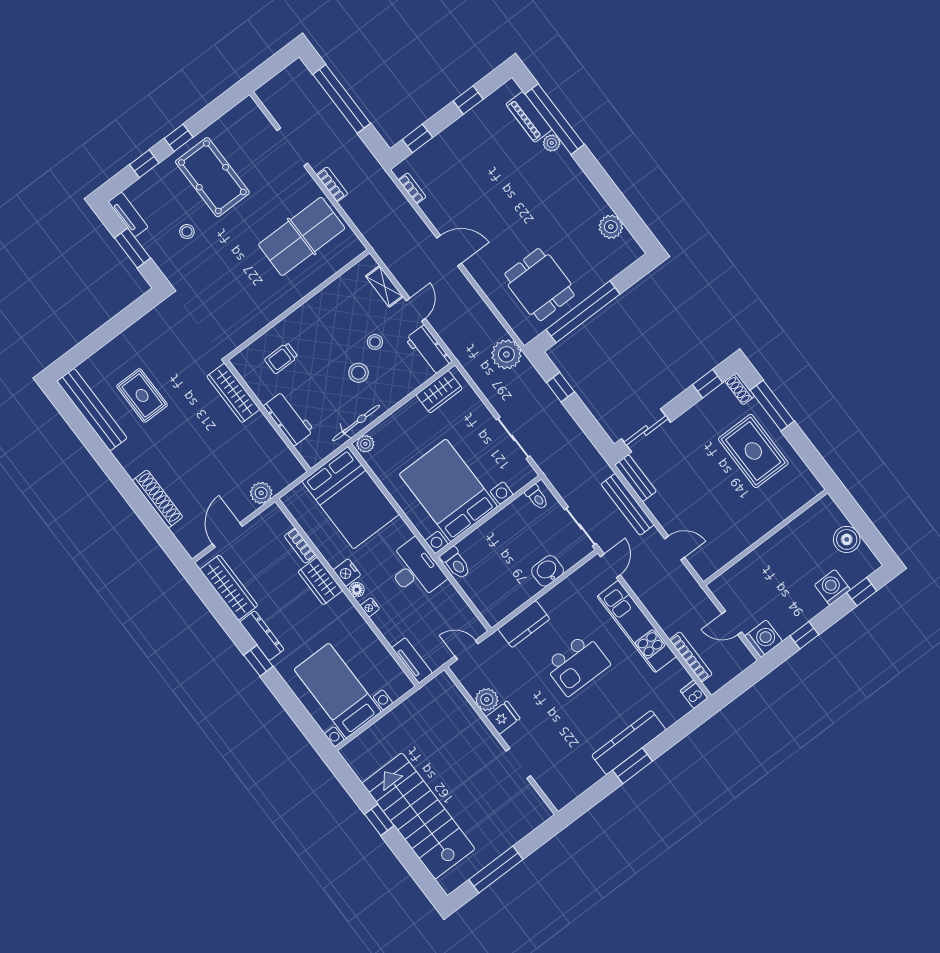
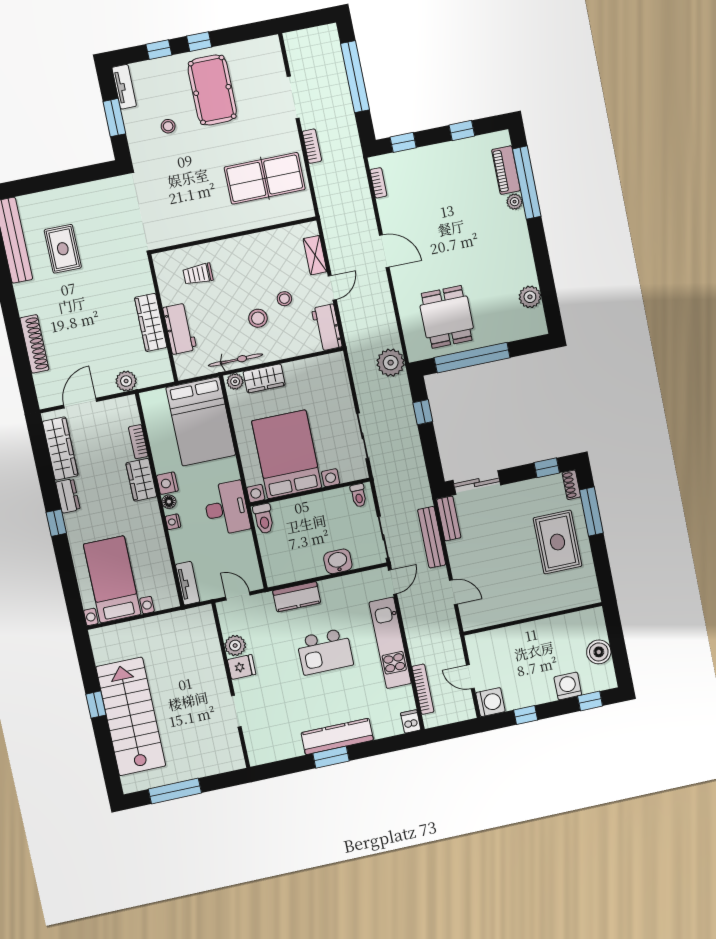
wardrobe: (439, 392) -> (264, 378), moved
wardrobe: (233, 393) -> (151, 322), moved
dresser: (262, 636) -> (68, 496), width x0.70

